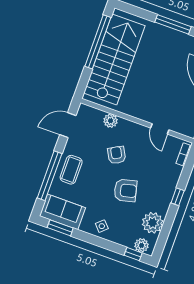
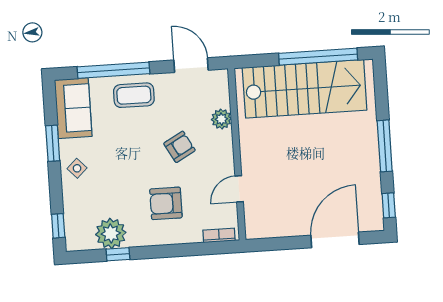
armchair: (125, 190) -> (166, 203), moved, turned 104
window: (178, 197) -> (118, 254), moved
window: (60, 228) -> (53, 143), moved
plant: (142, 245) -> (75, 232), removed

